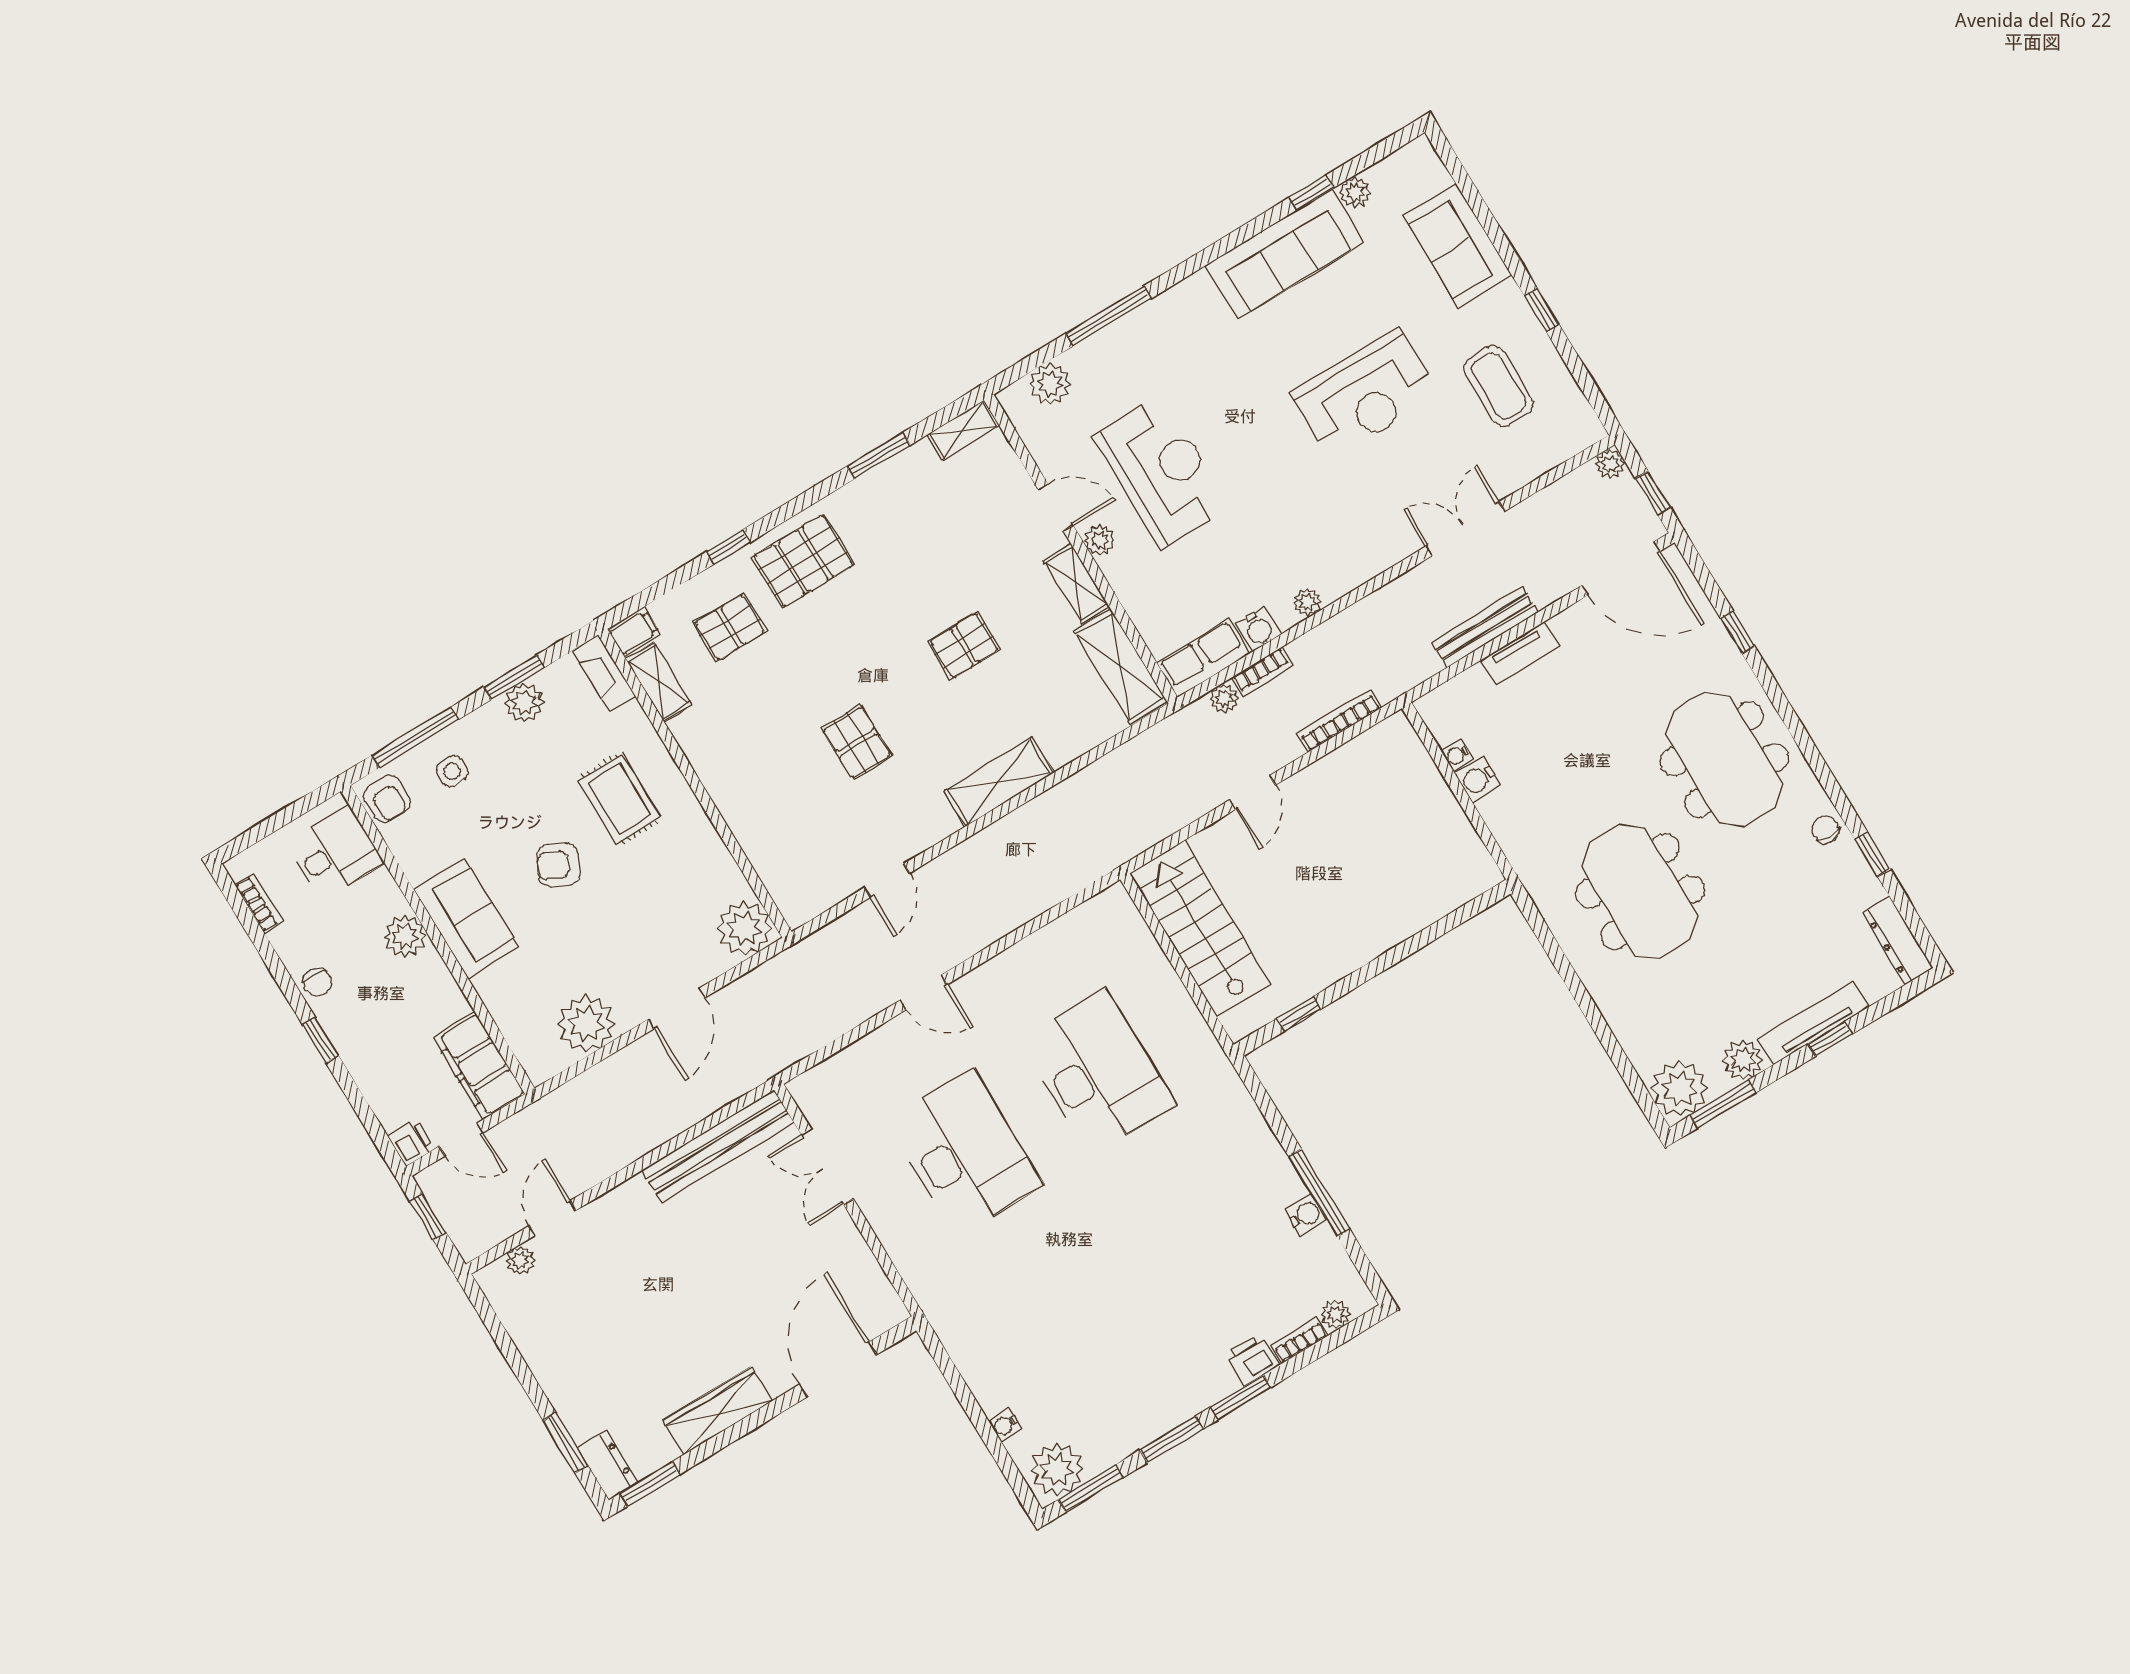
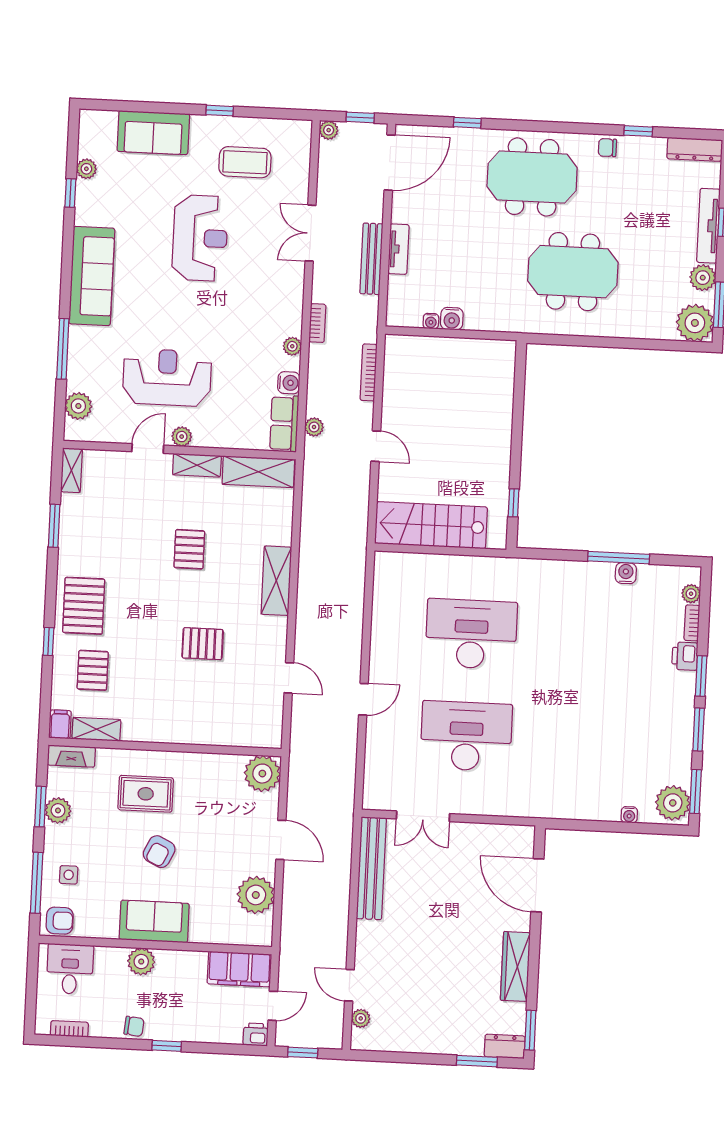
sofa: (1285, 254) -> (92, 276), moved
bookcase: (1262, 672) -> (317, 323), moved

